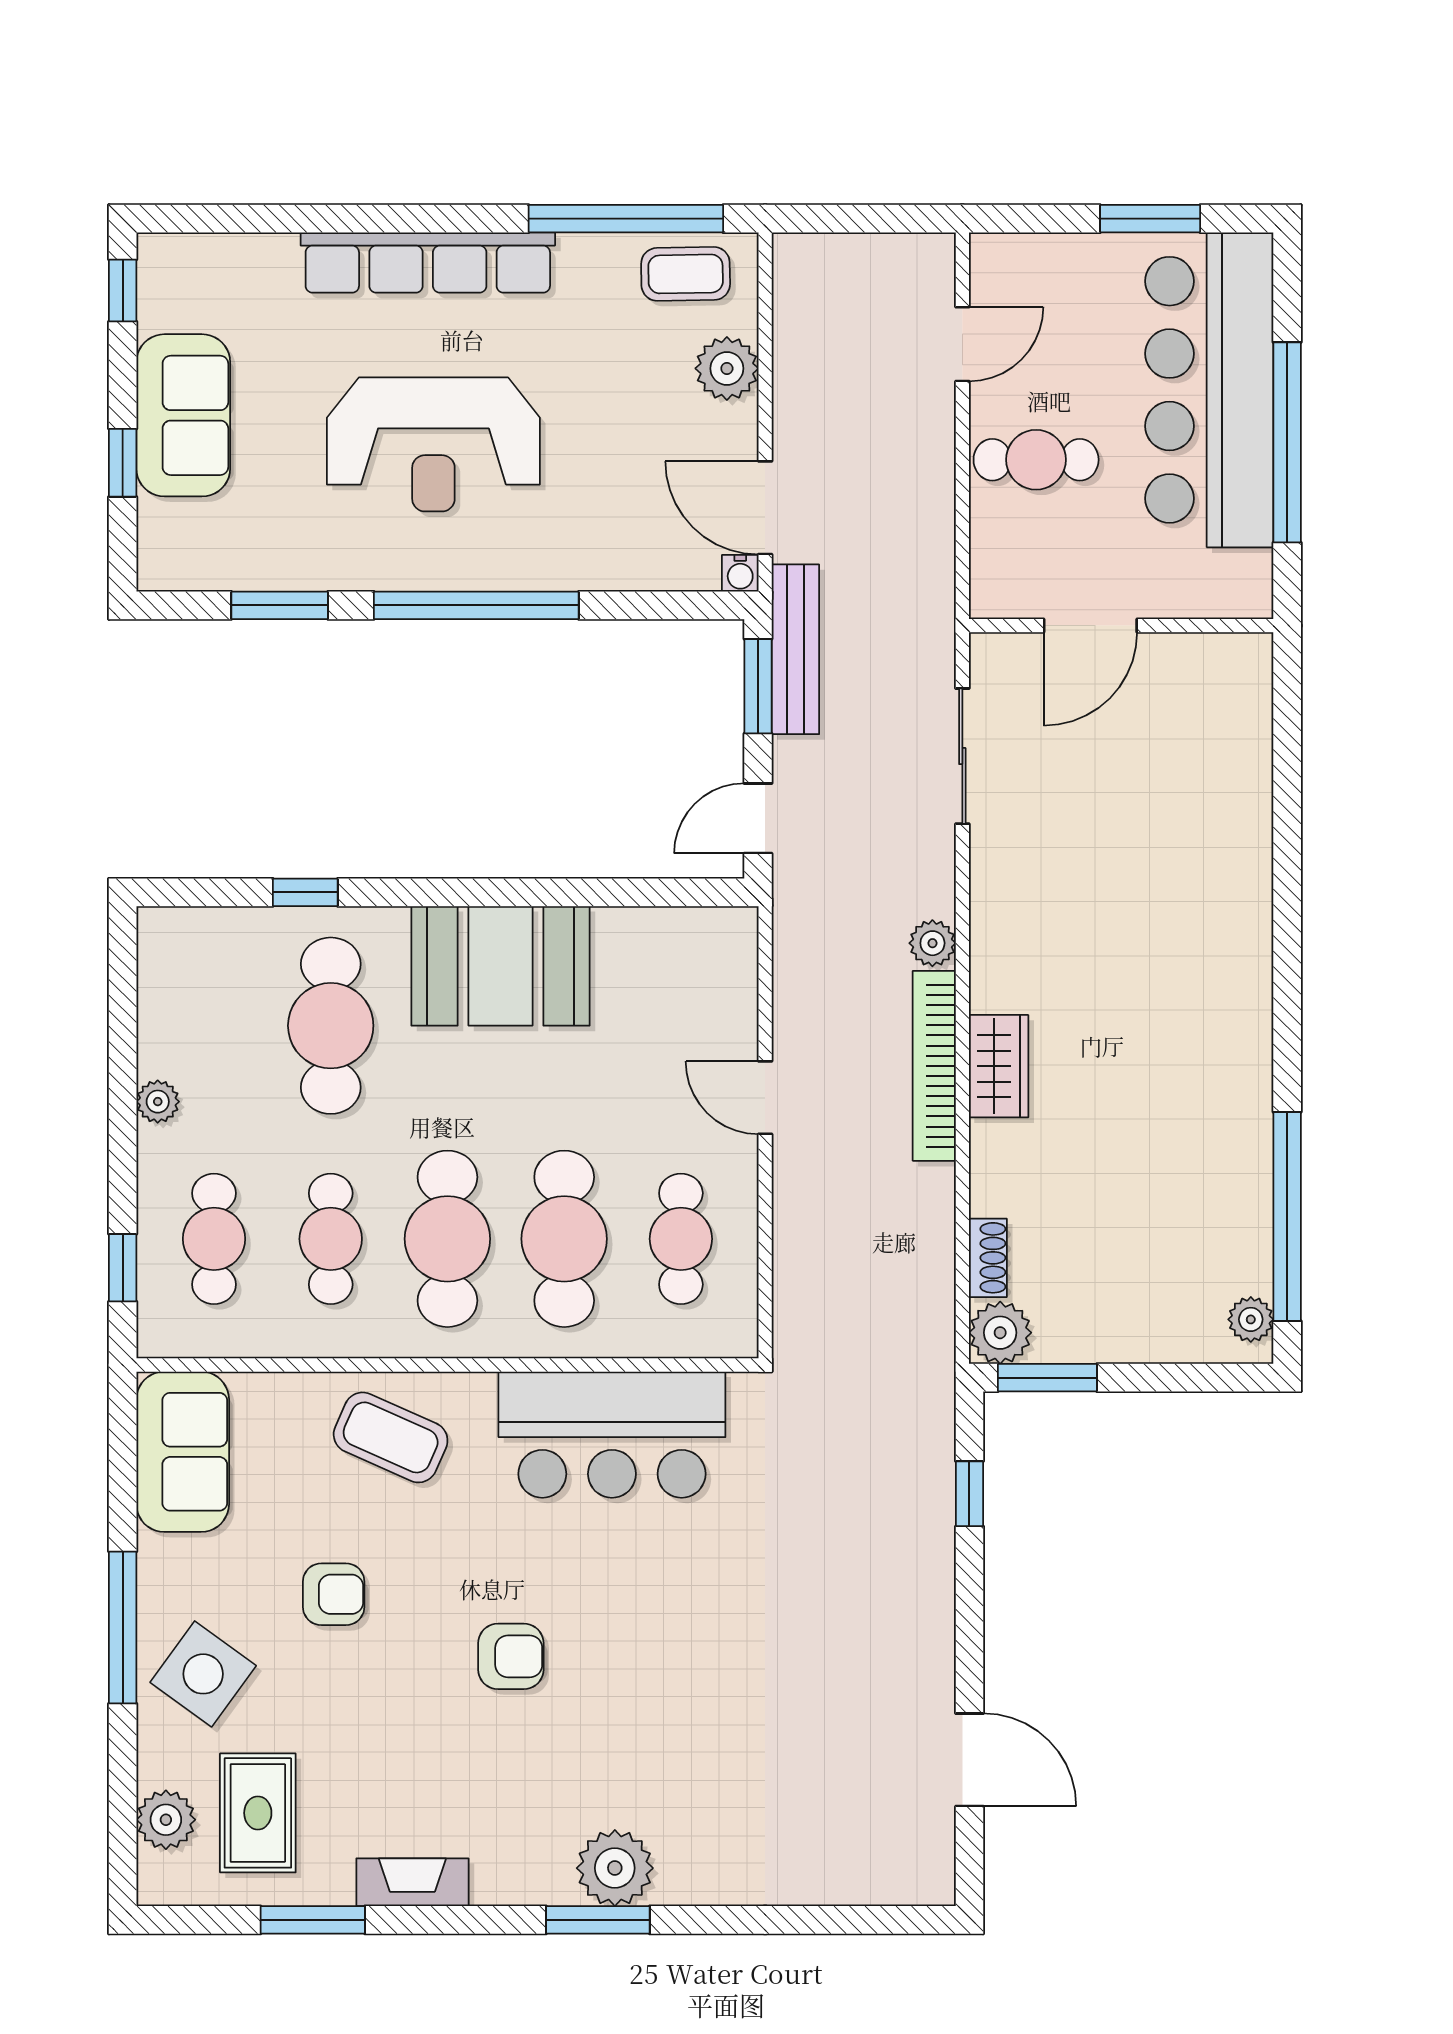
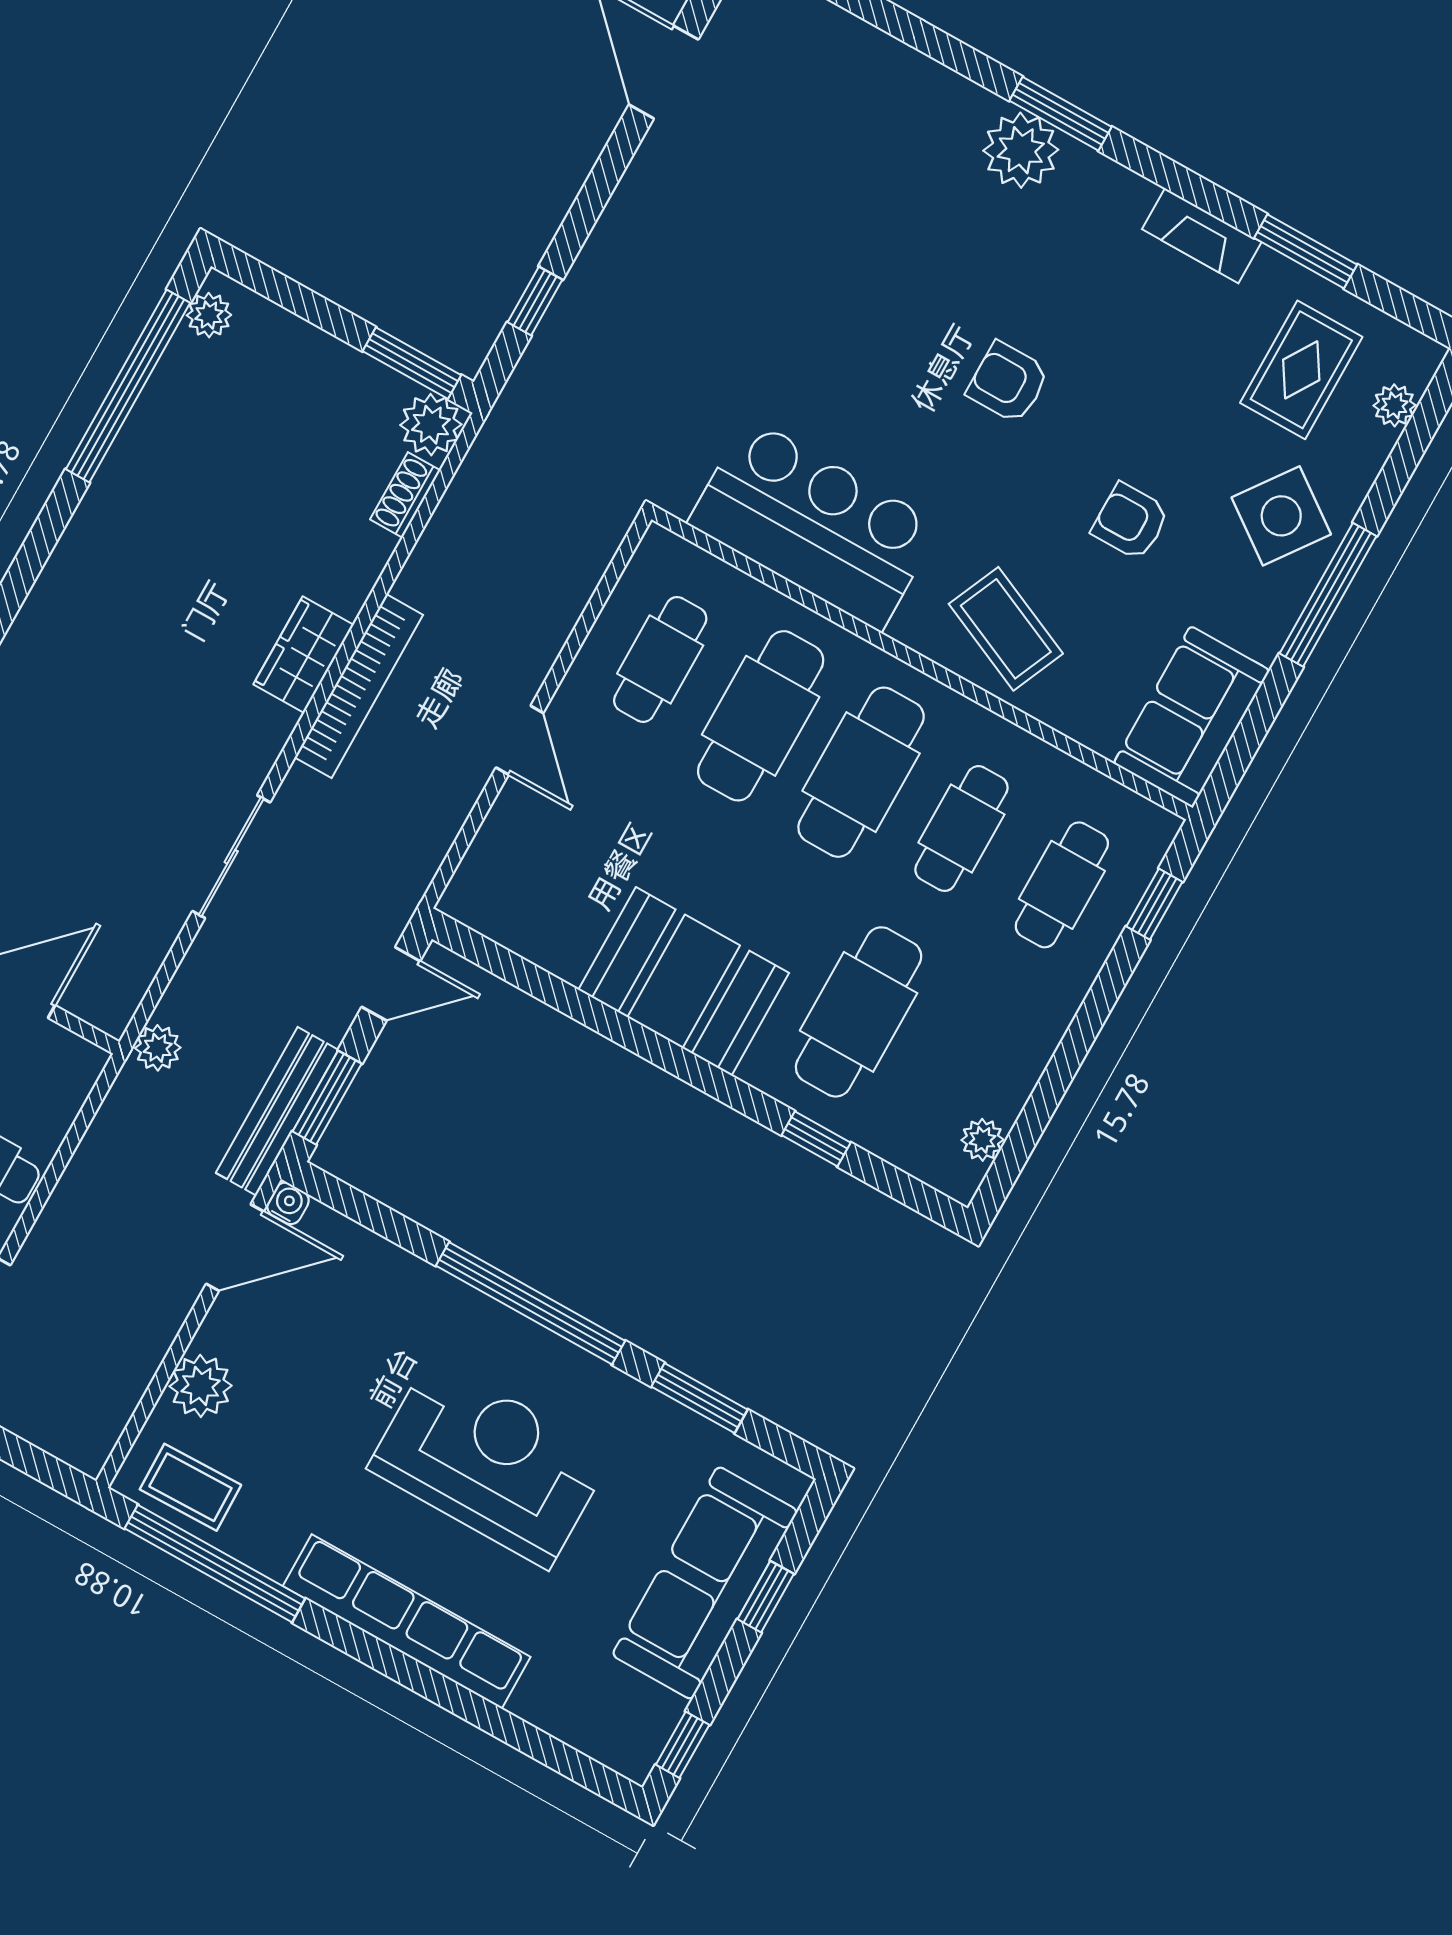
sofa: (183, 415) -> (705, 1583), width x1.36
door: (765, 508) -> (235, 1248), hinge flipped
sliding door: (962, 756) -> (231, 857), moved
plant: (932, 943) -> (158, 1048), moved
plant: (158, 1102) -> (982, 1140), moved
plant: (166, 1820) -> (1394, 405), width x0.73, depth x0.73

